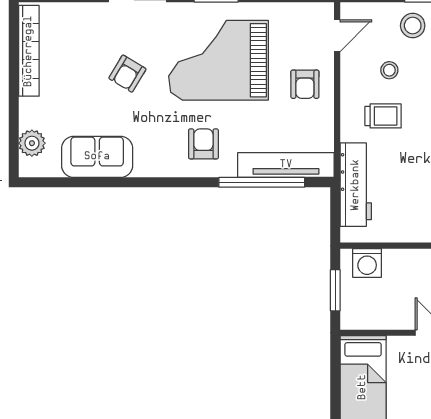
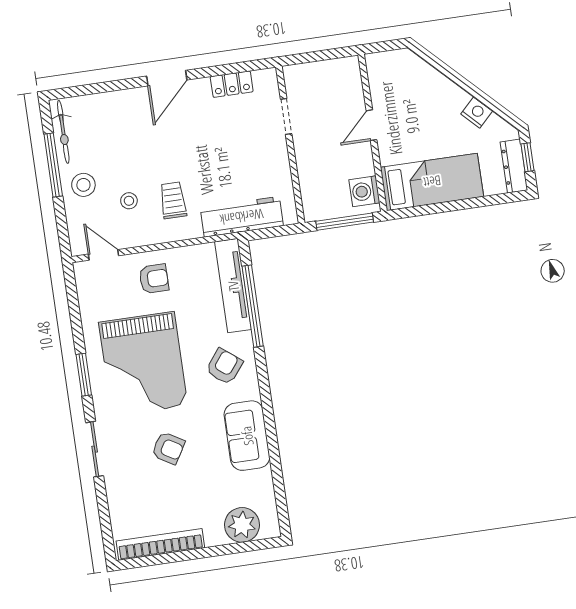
plant: (32, 143) -> (242, 525), width x1.36, depth x1.36
armchair: (203, 144) -> (224, 366), turned 128
sofa: (97, 157) -> (247, 436), moved
washing machine: (367, 263) -> (364, 191), moved, turned 180
window: (335, 290) -> (345, 222), width x1.44

